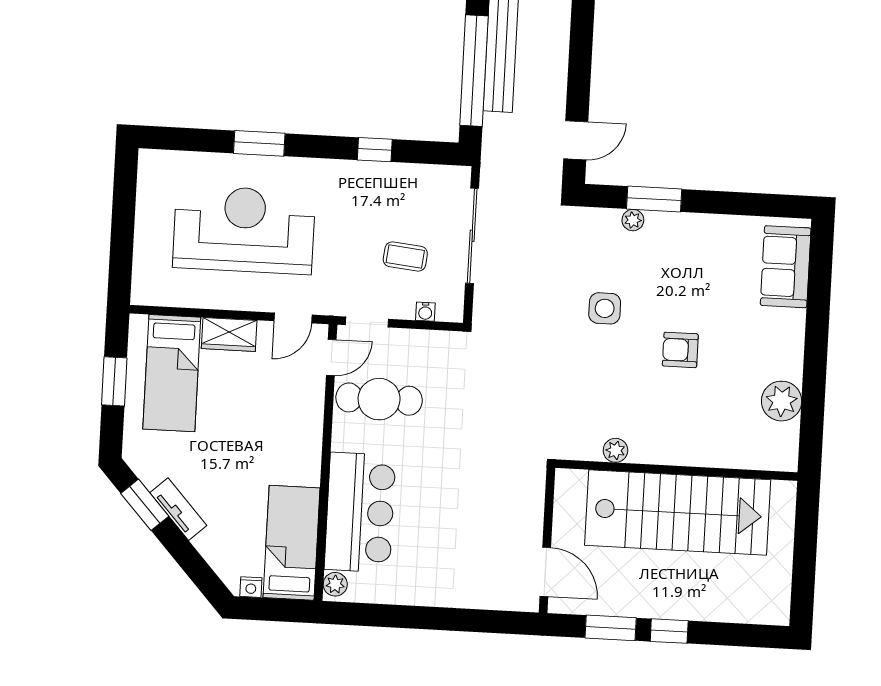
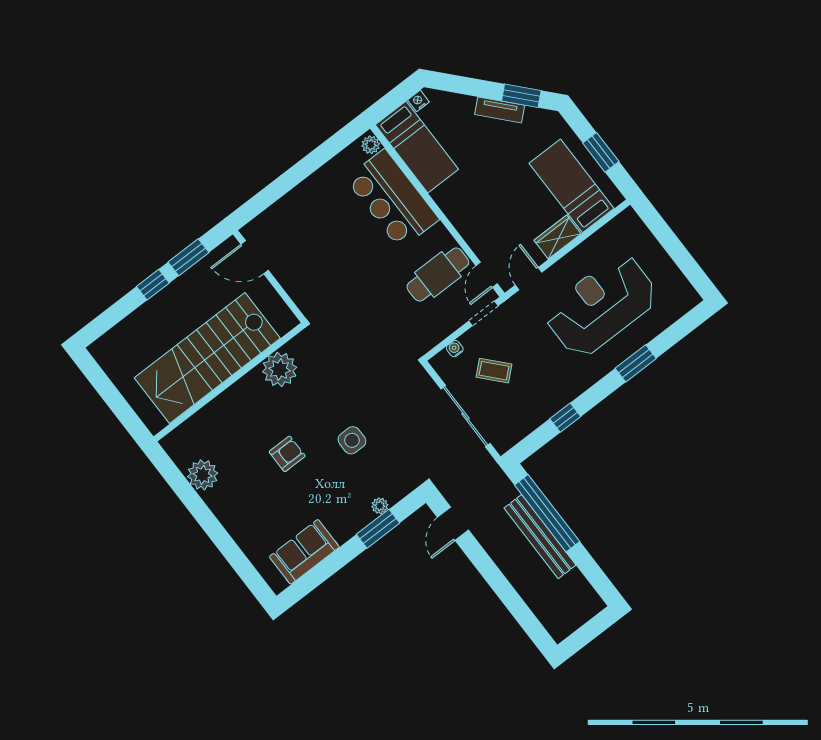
reception desk: (244, 230) -> (601, 306), turned 180
coffee table: (405, 256) -> (494, 371), turned 42
sofa: (786, 267) -> (304, 552), moved, turned -90
plant: (615, 450) -> (280, 370), width x1.87, depth x1.87

